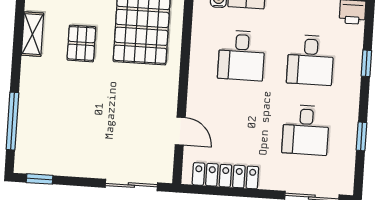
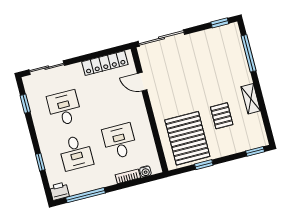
shelving: (32, 34) -> (251, 99), moved
desk: (310, 60) -> (76, 153), turned 180
window: (362, 136) -> (25, 104), moved
sliding door: (131, 185) -> (161, 38), width x1.37

